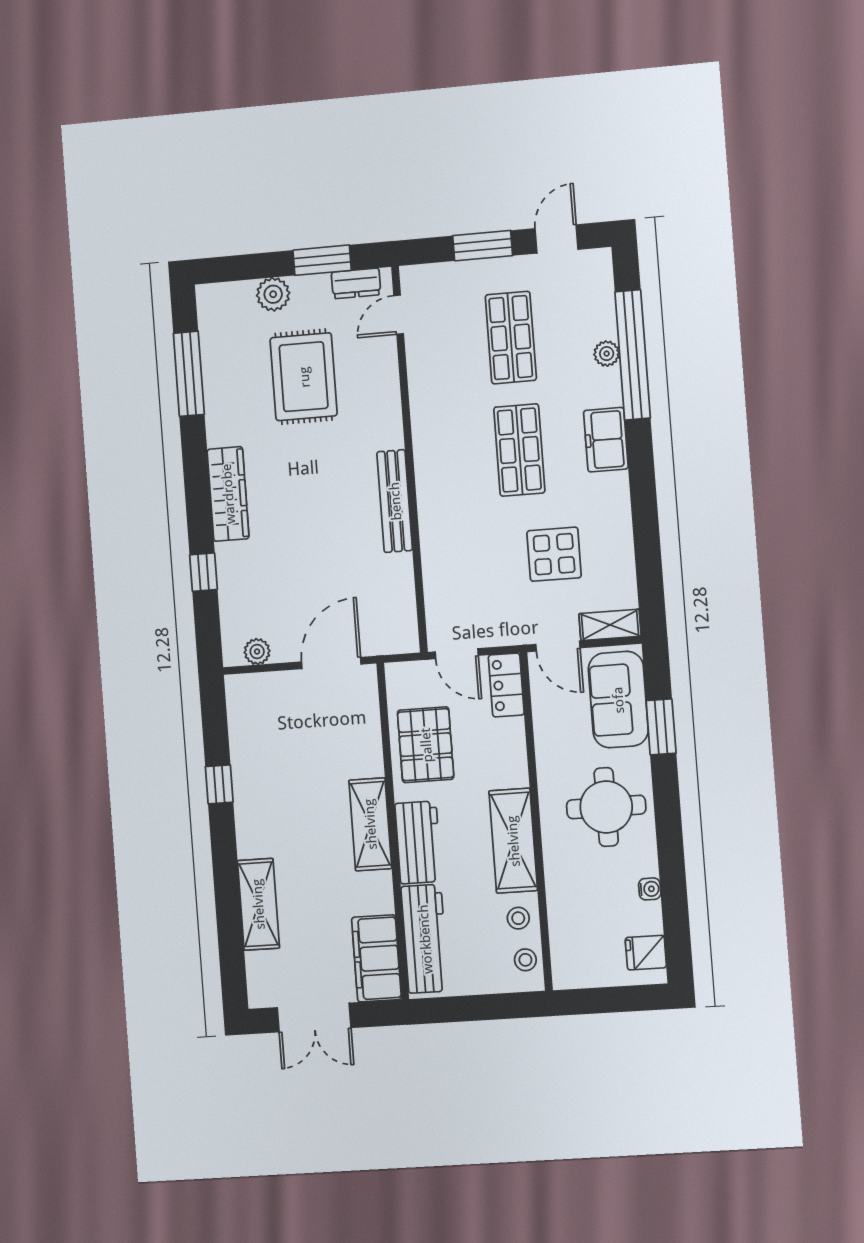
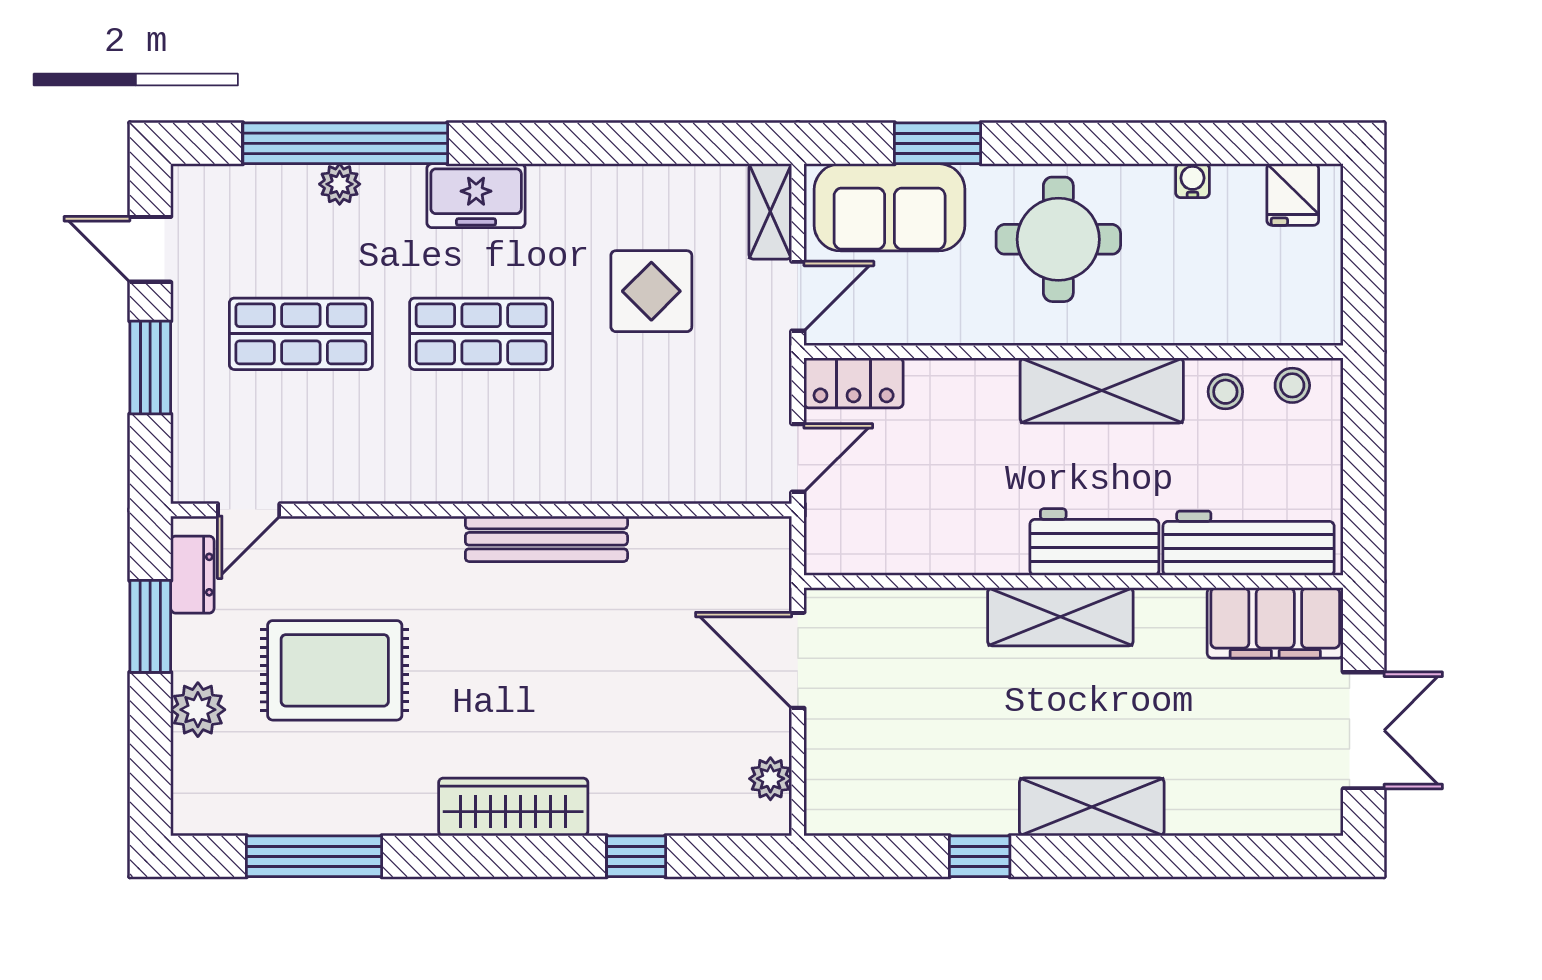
door: (399, 315) -> (249, 510), hinge flipped
pallet: (426, 745) -> (939, 519), removed
shelving: (258, 904) -> (1092, 807), moved

